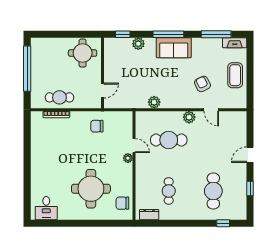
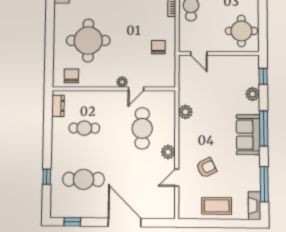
door: (250, 155) -> (125, 222), width x1.87
window: (250, 189) -> (72, 222), moved
window: (223, 223) -> (47, 177), moved

